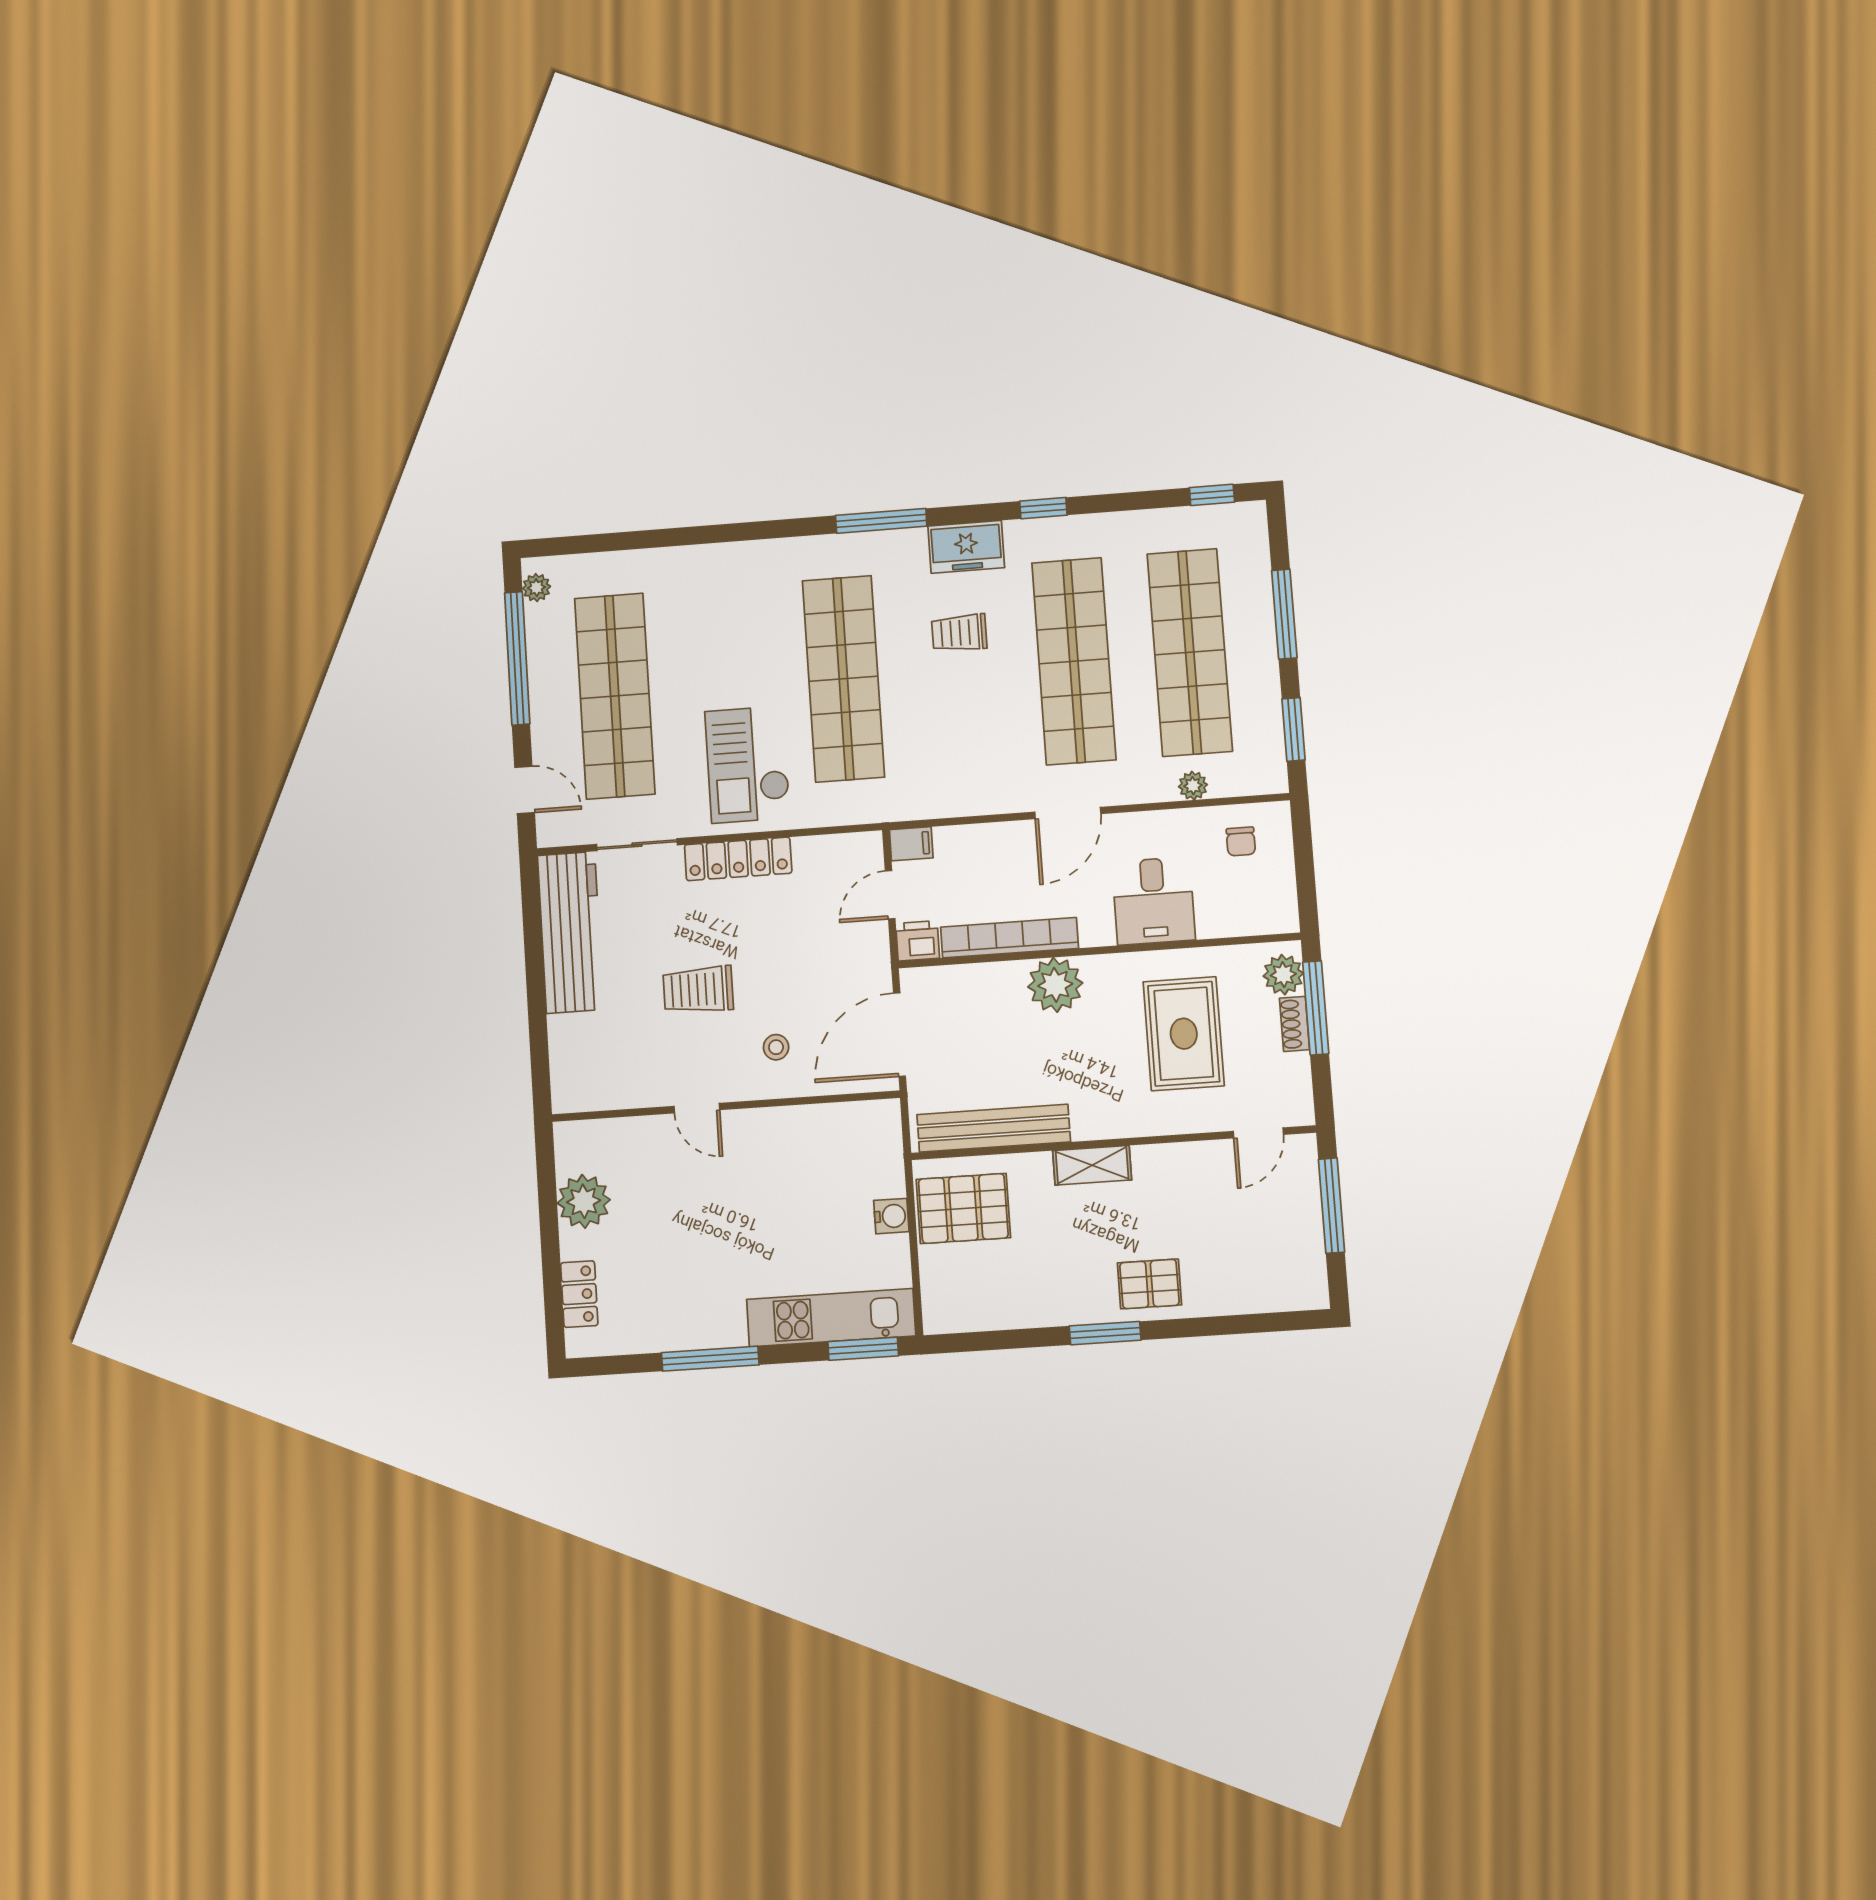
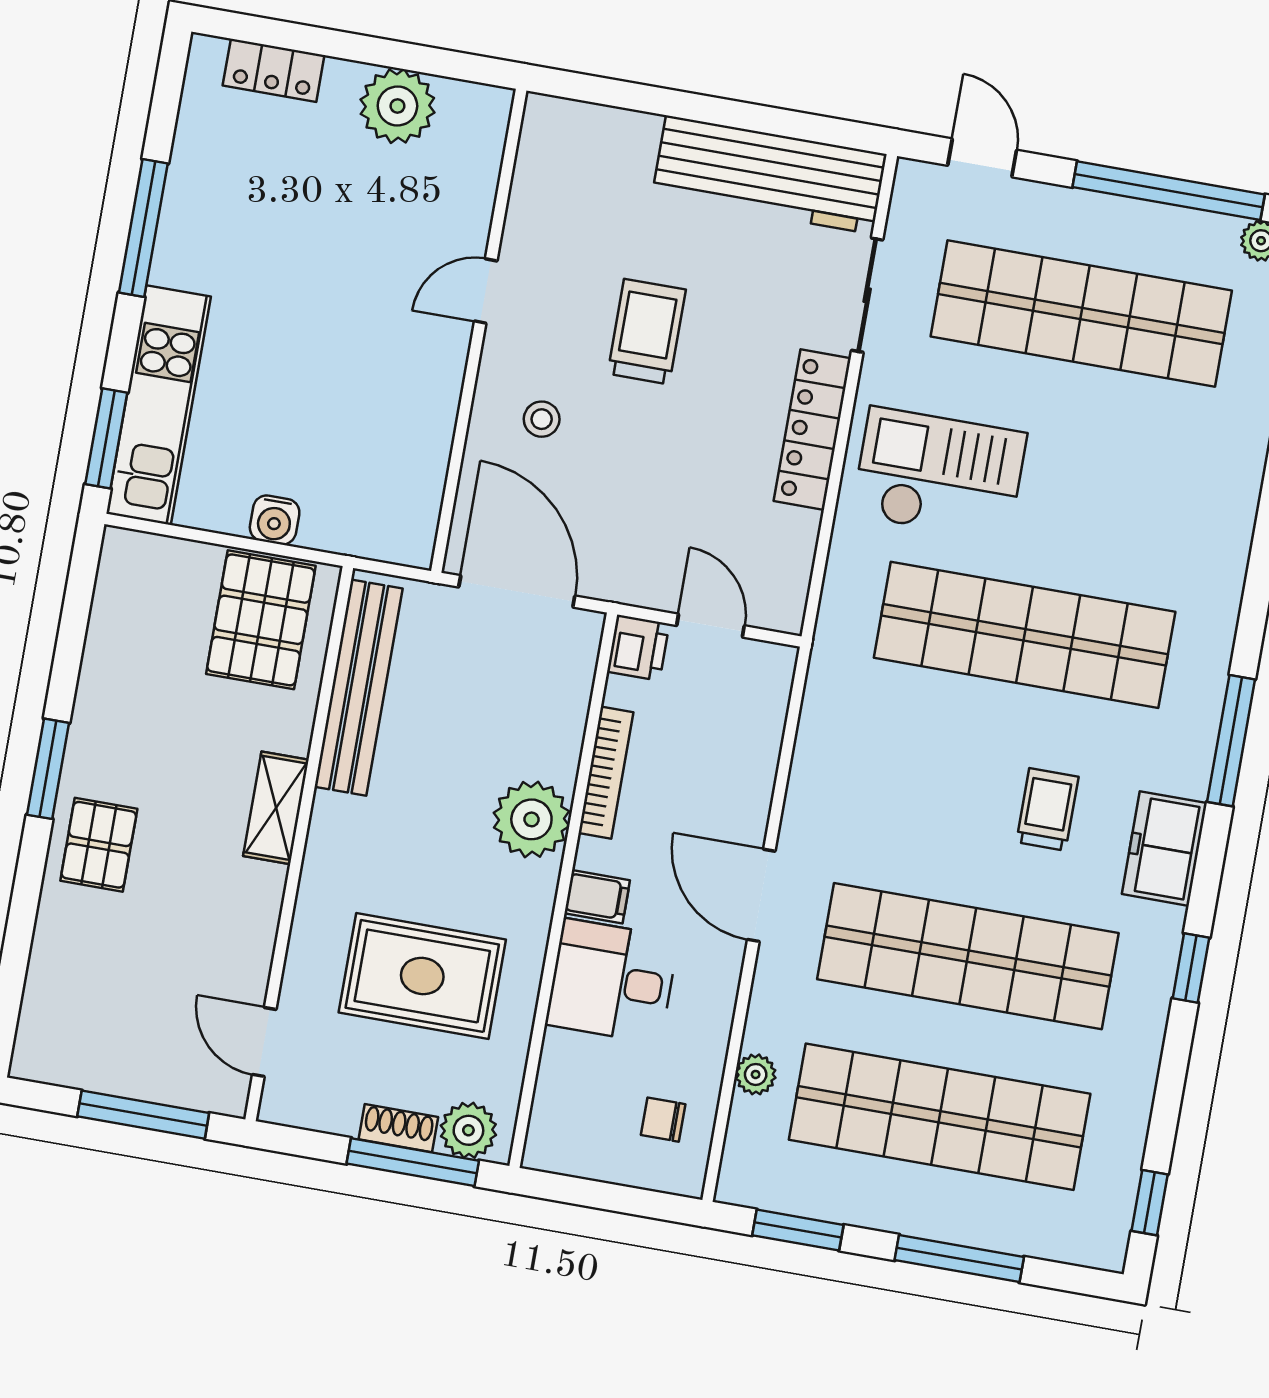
door: (525, 790) -> (982, 158), swing flipped
filing cabinet: (911, 844) -> (597, 897), moved, turned -90
bookcase: (1009, 938) -> (606, 773), width x0.68, depth x0.76

